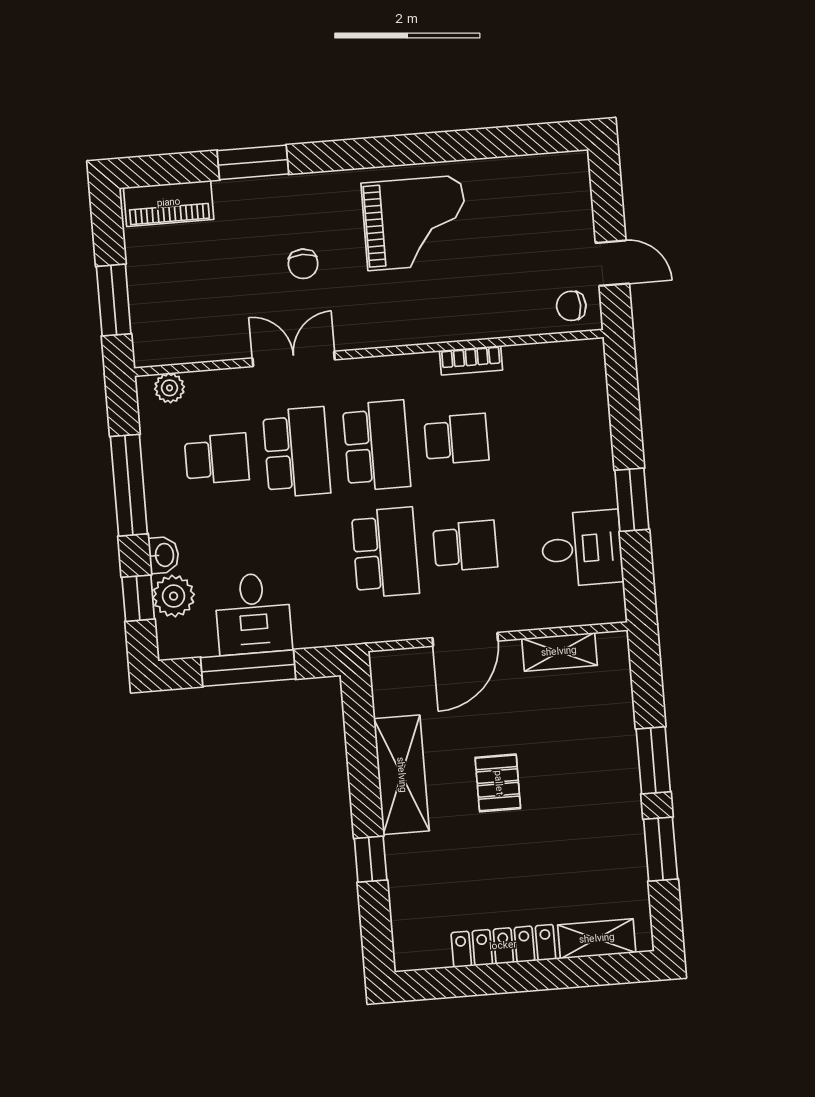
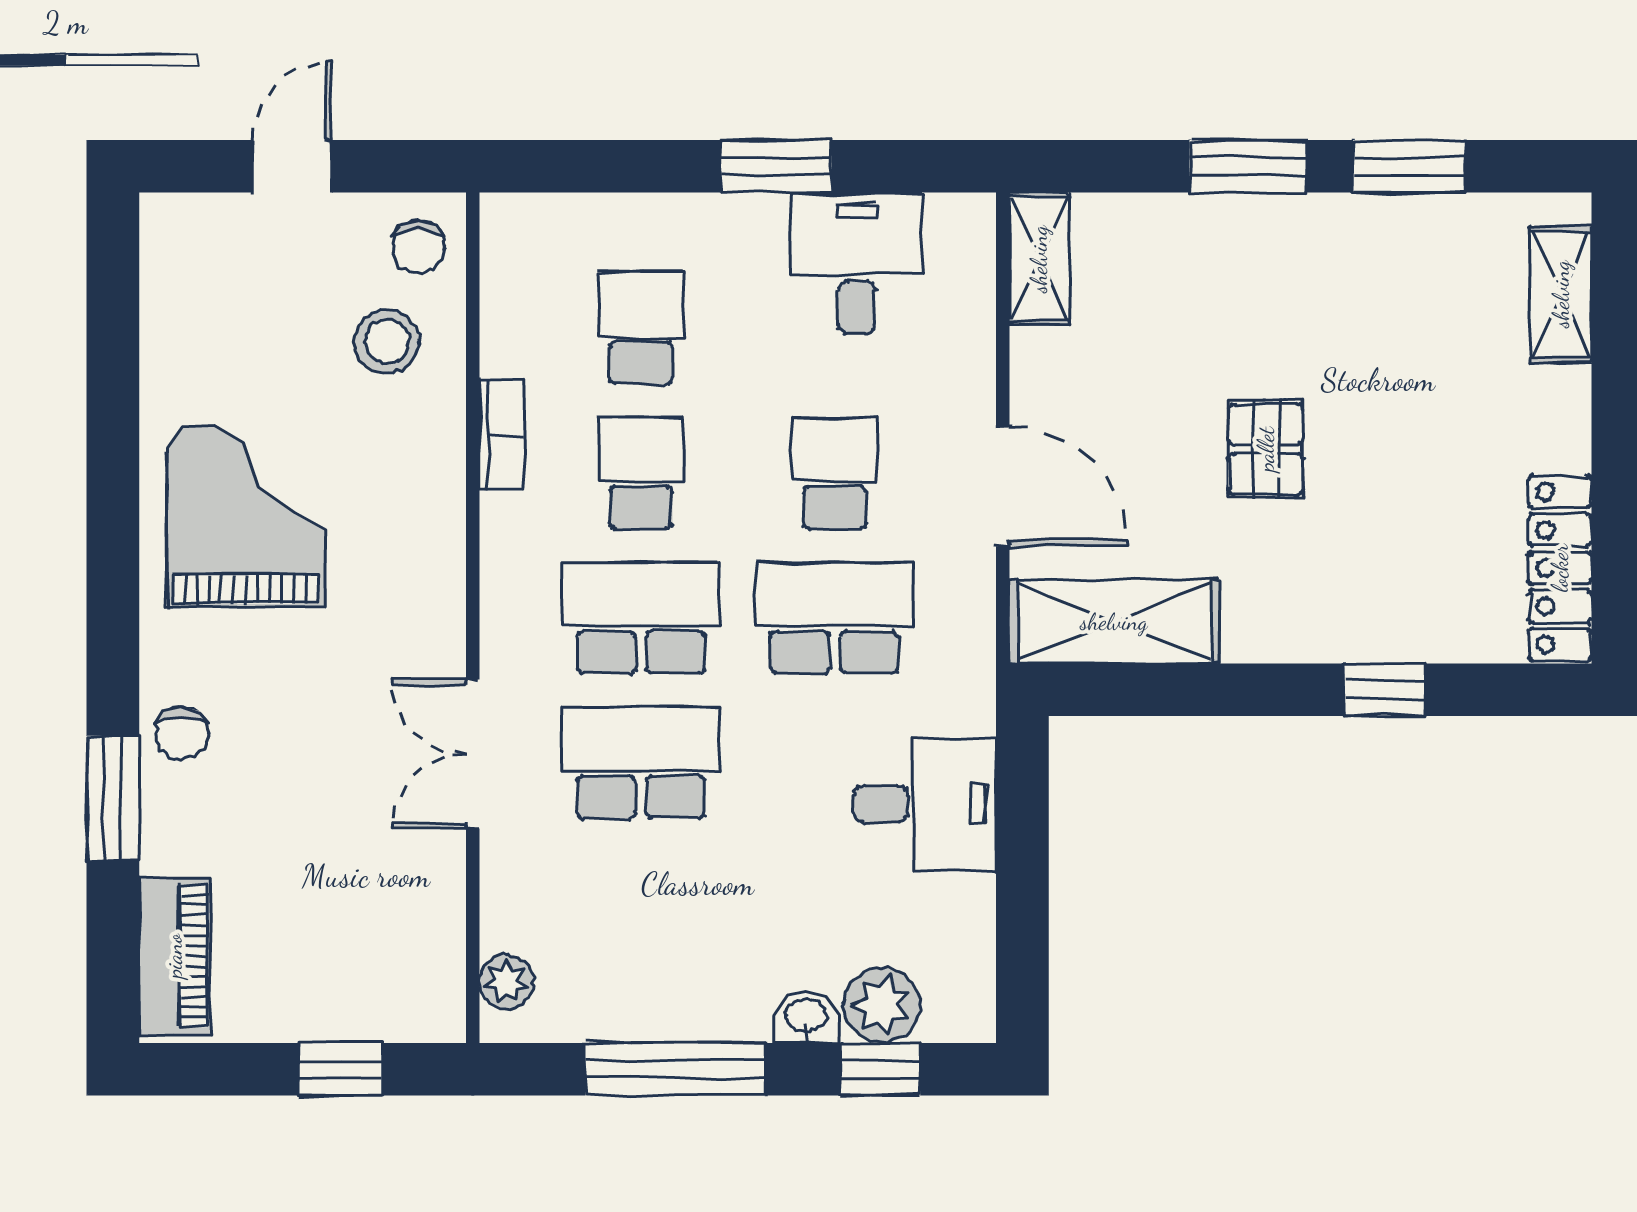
door: (612, 263) -> (292, 166), moved
chair: (303, 264) -> (182, 733), moved, turned 90
stool: (518, 293) -> (387, 341), added
window: (114, 300) -> (340, 1069), width x0.67
school desk: (217, 459) -> (641, 328), moved
desk: (253, 614) -> (925, 804), moved
shelving: (559, 652) -> (1039, 259), moved
window: (248, 668) -> (1022, 882), removed
shelving: (401, 775) -> (1114, 622), moved
pallet: (498, 783) -> (1266, 449), turned 90
locker: (503, 946) -> (1560, 568), moved

